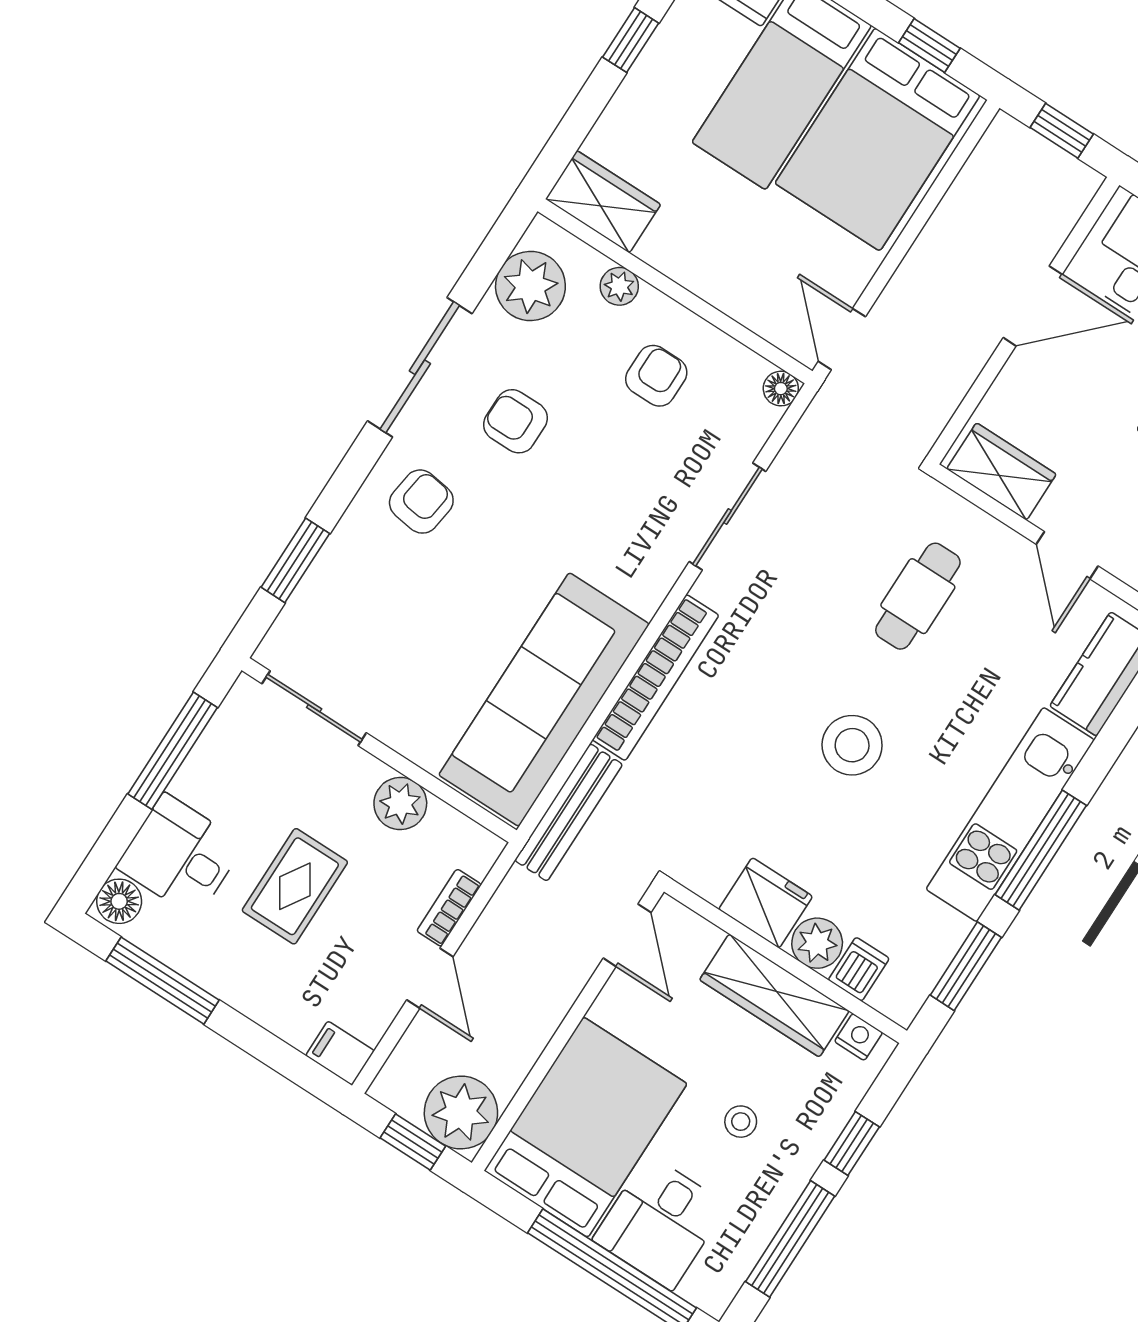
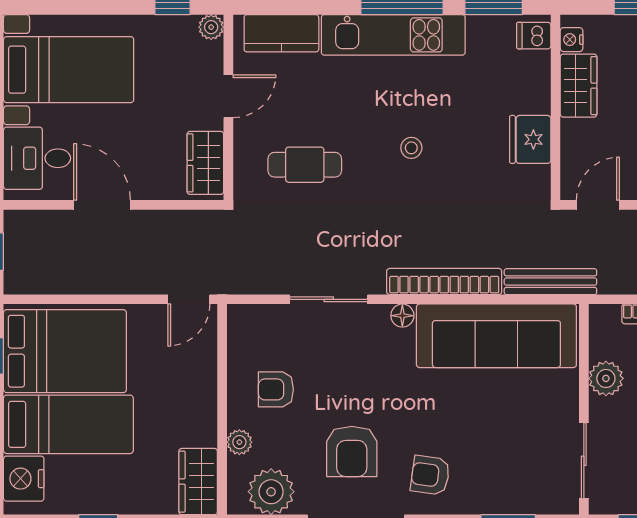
floor lamp: (781, 389) -> (402, 316), moved
armchair: (515, 421) -> (352, 451), width x1.38, depth x1.38
stool: (852, 745) -> (411, 148), width x0.53, depth x0.53
plant: (817, 943) -> (534, 96), removed
dishwasher: (859, 969) -> (534, 36), moved
wardrobe: (774, 995) -> (579, 86), width x0.67

